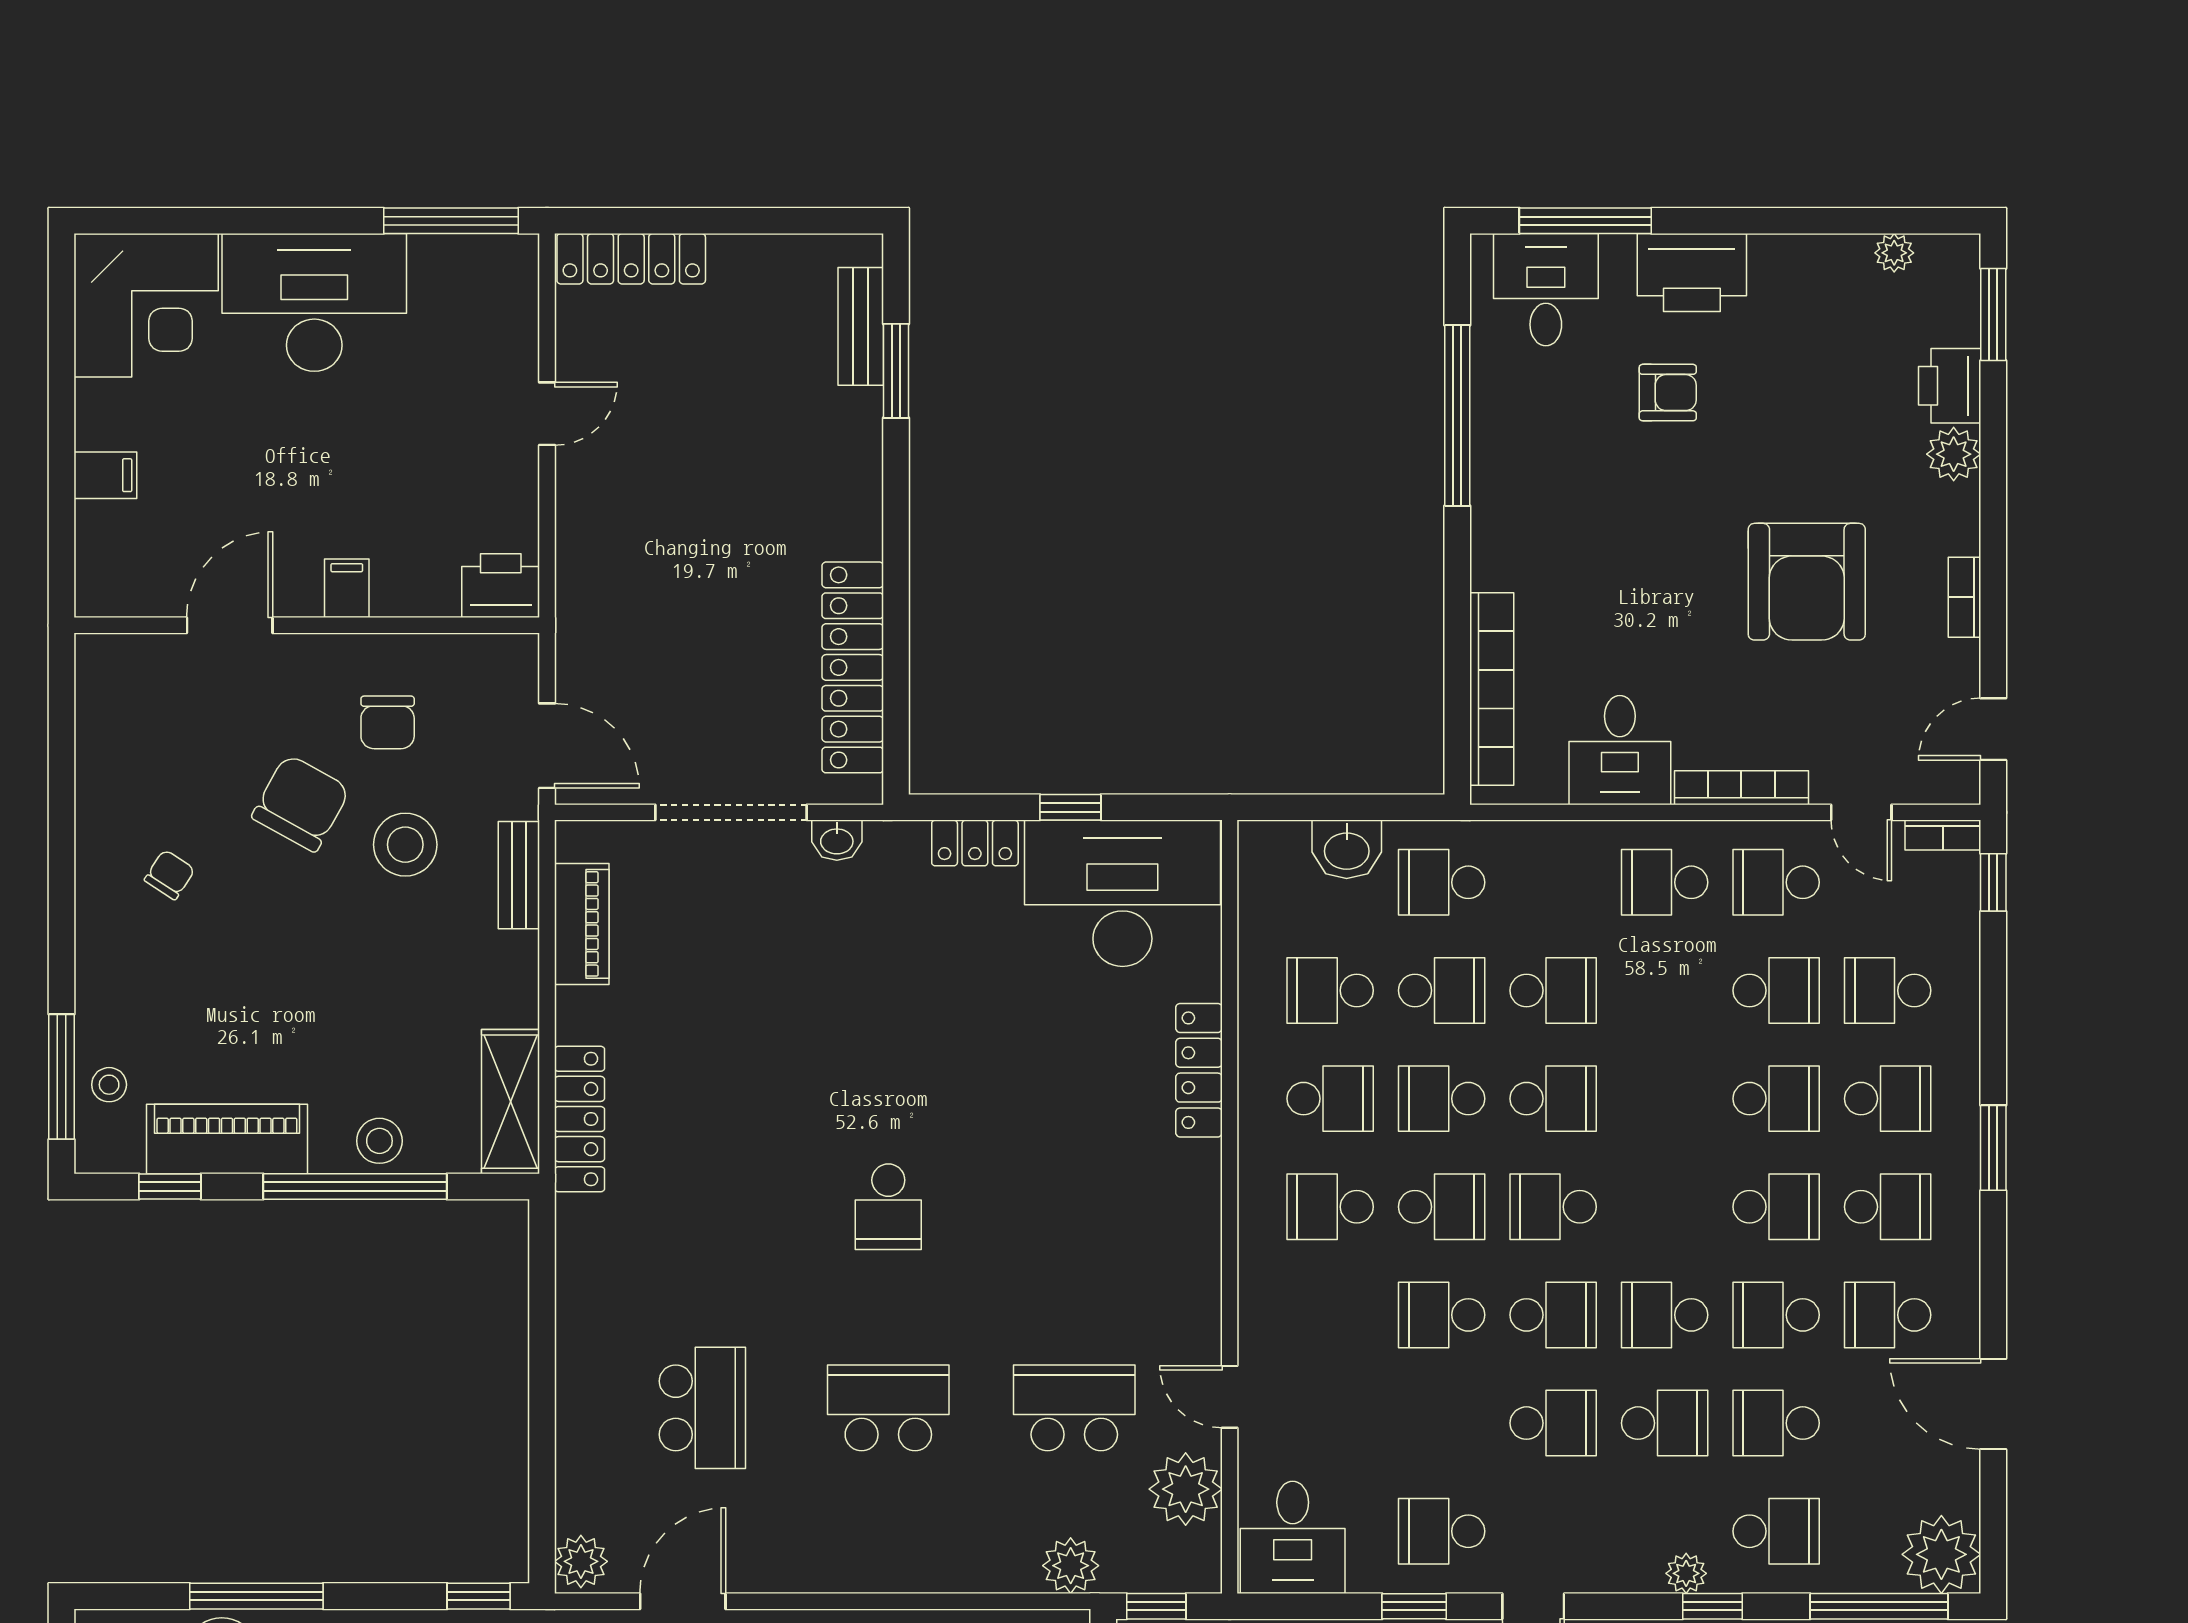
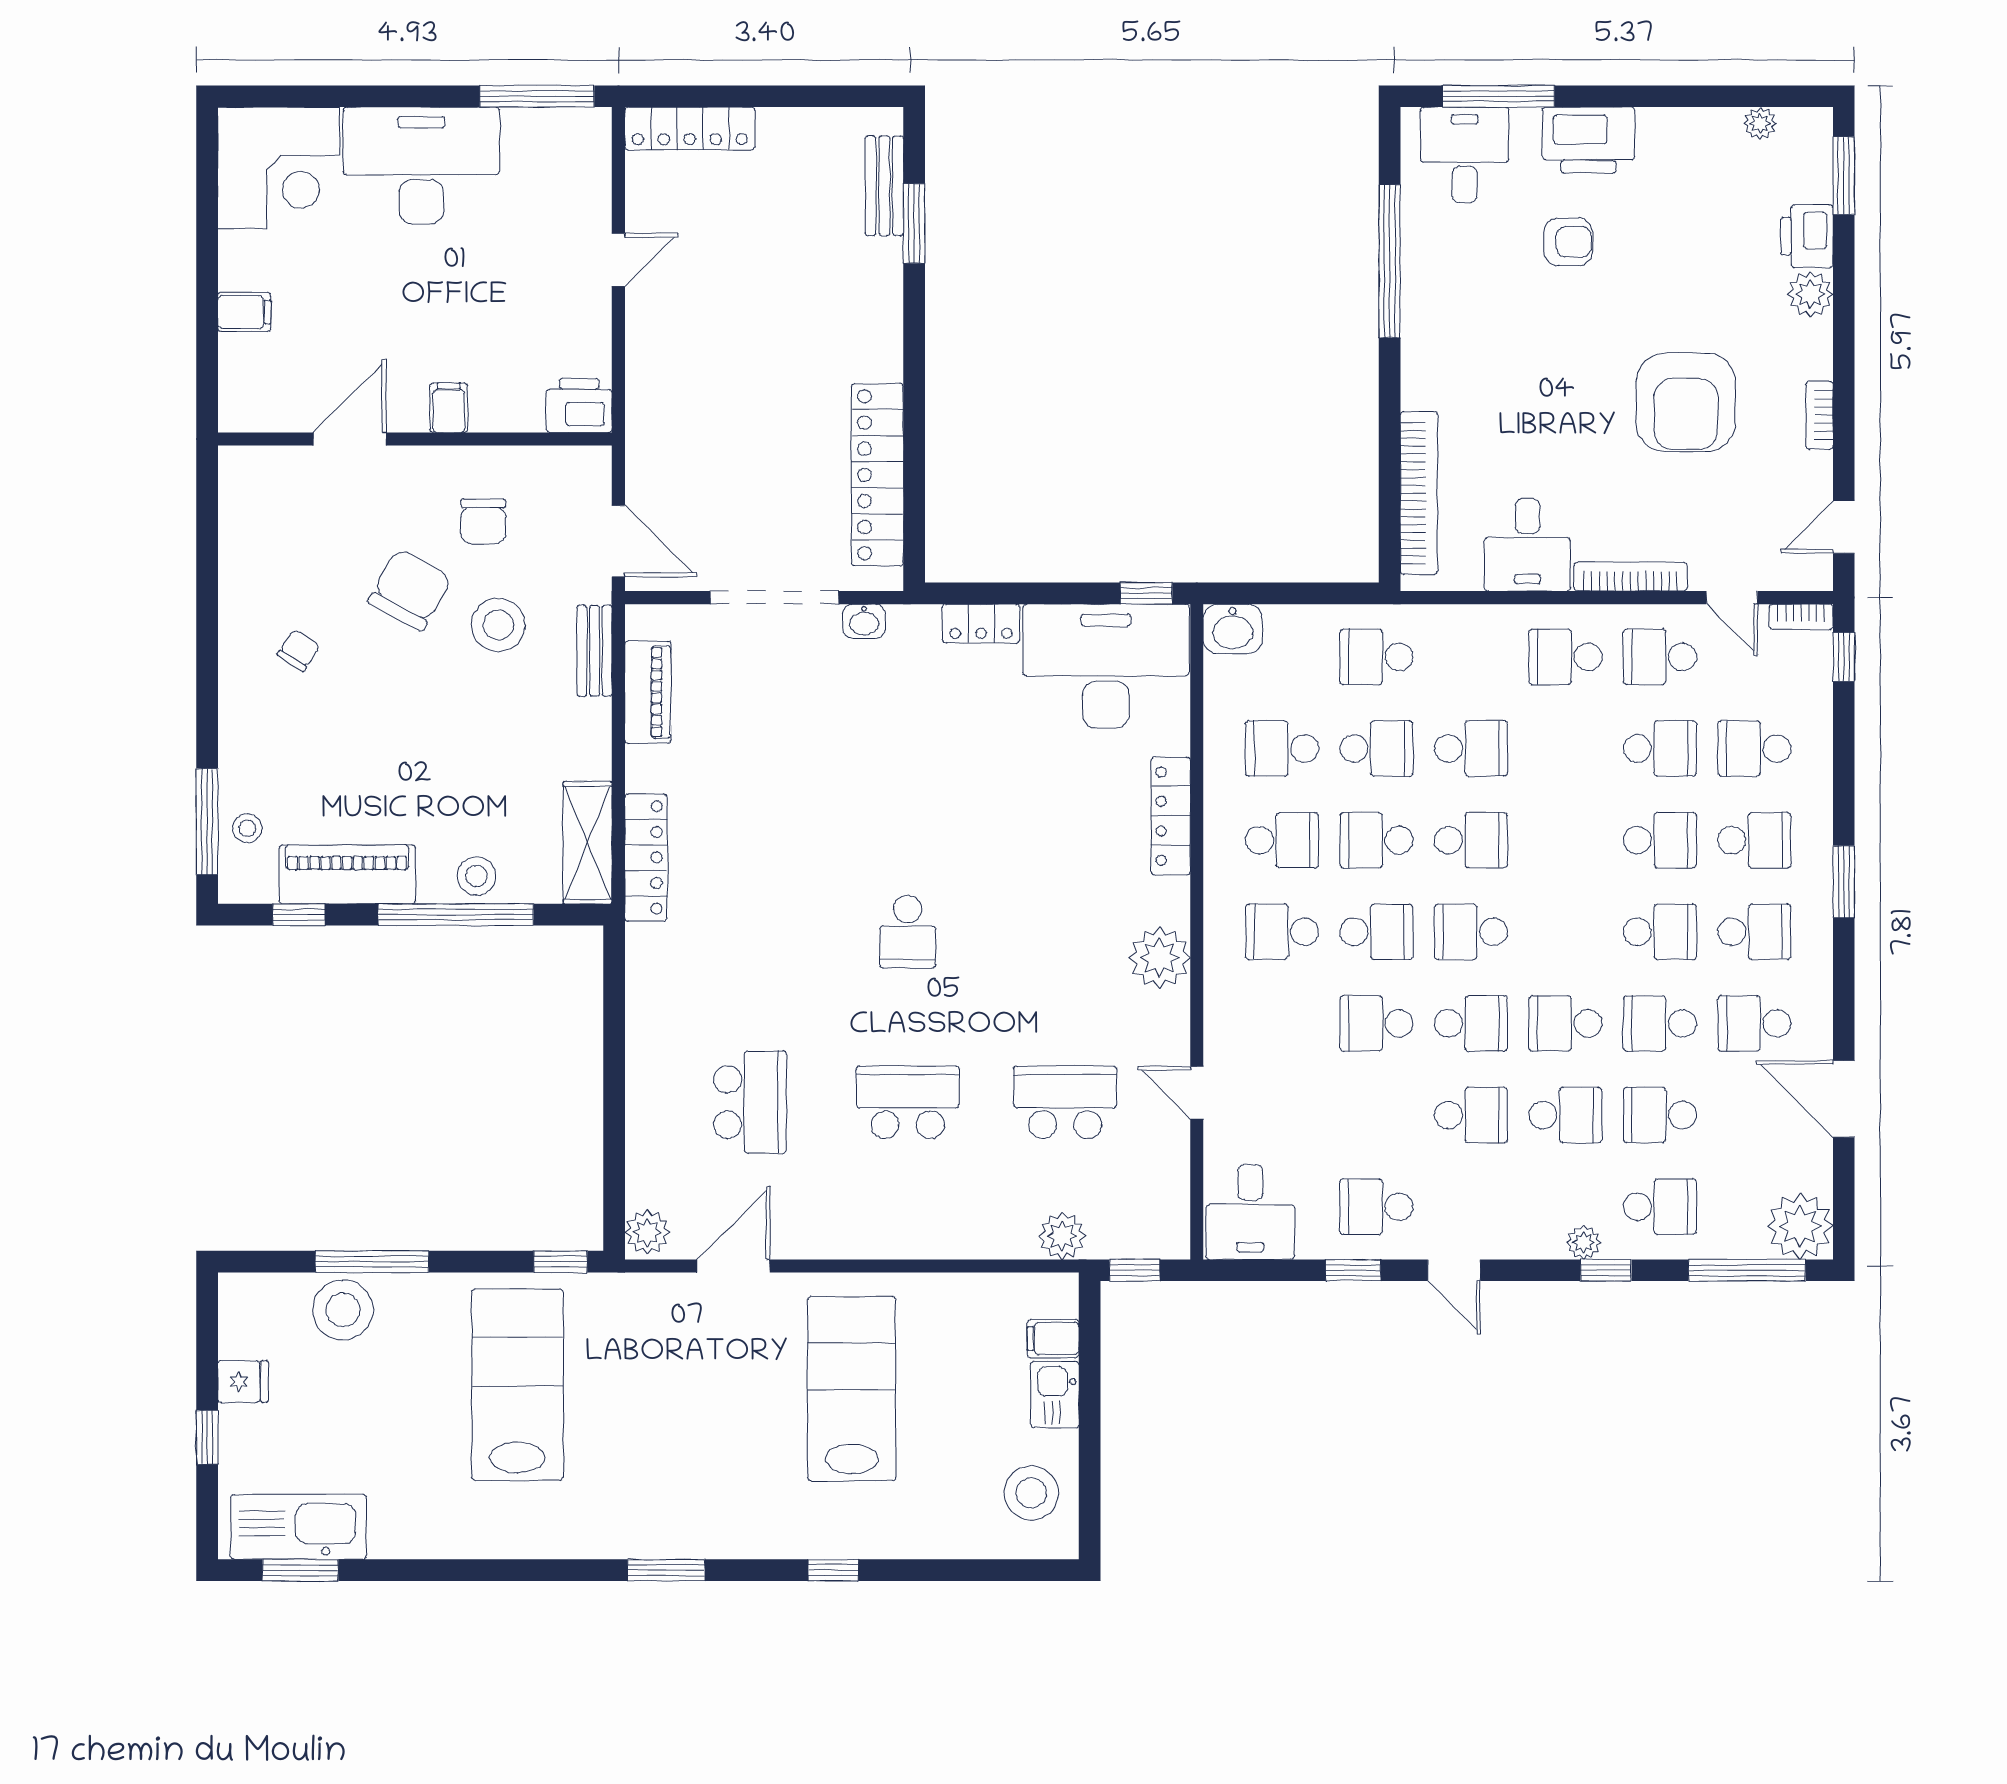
window: (1070, 807) -> (1146, 593), moved
washbasin: (1347, 849) -> (1233, 629), moved
plant: (1186, 1489) -> (1160, 958), moved

